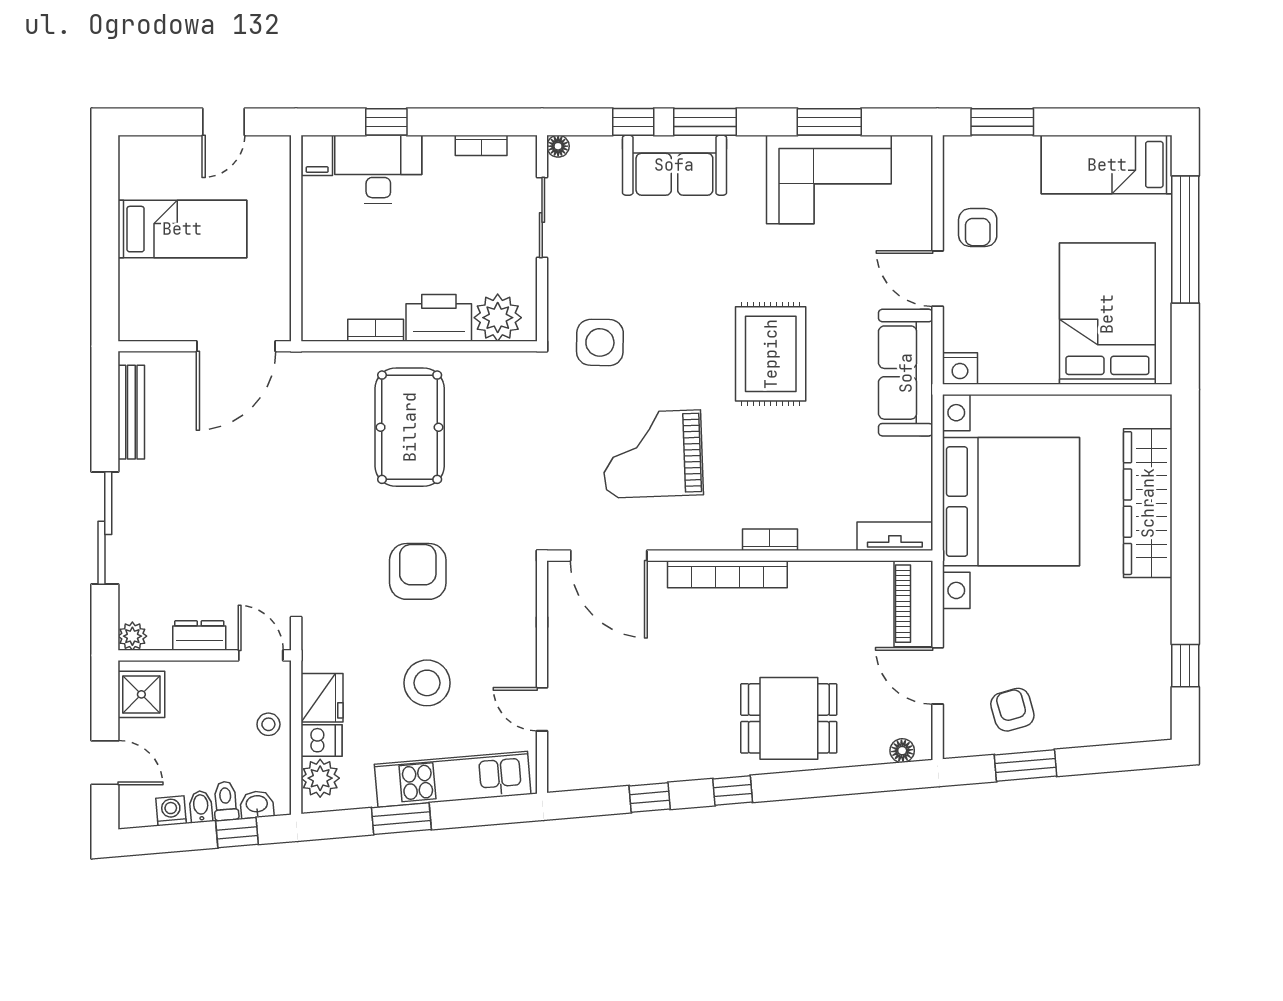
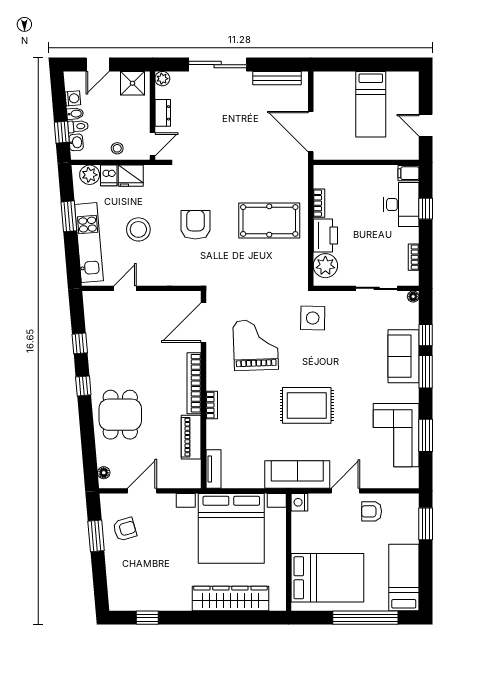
armchair: (418, 571) -> (195, 225), turned -90
piano: (913, 604) -> (191, 437), moved, turned -90

